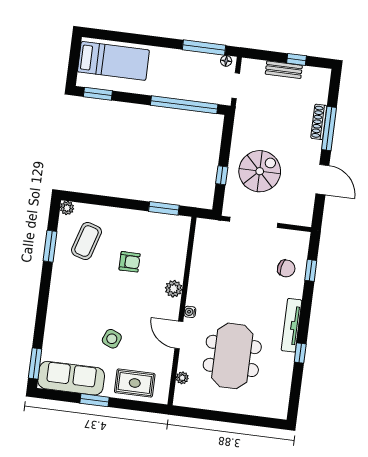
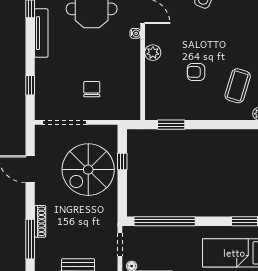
window: (329, 128) -> (30, 239), moved
spiral stairs: (260, 171) -> (88, 170), width x1.37, depth x1.37
doorway: (254, 222) -> (65, 122), moved
chair: (286, 268) -> (92, 89), moved, turned 78

